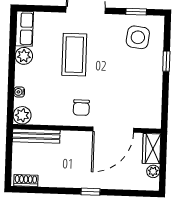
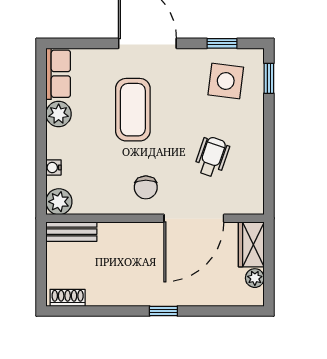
window: (166, 61) -> (269, 78), moved
wheelchair: (127, 88) -> (212, 157), added
bench: (36, 136) -> (71, 232), width x0.73

